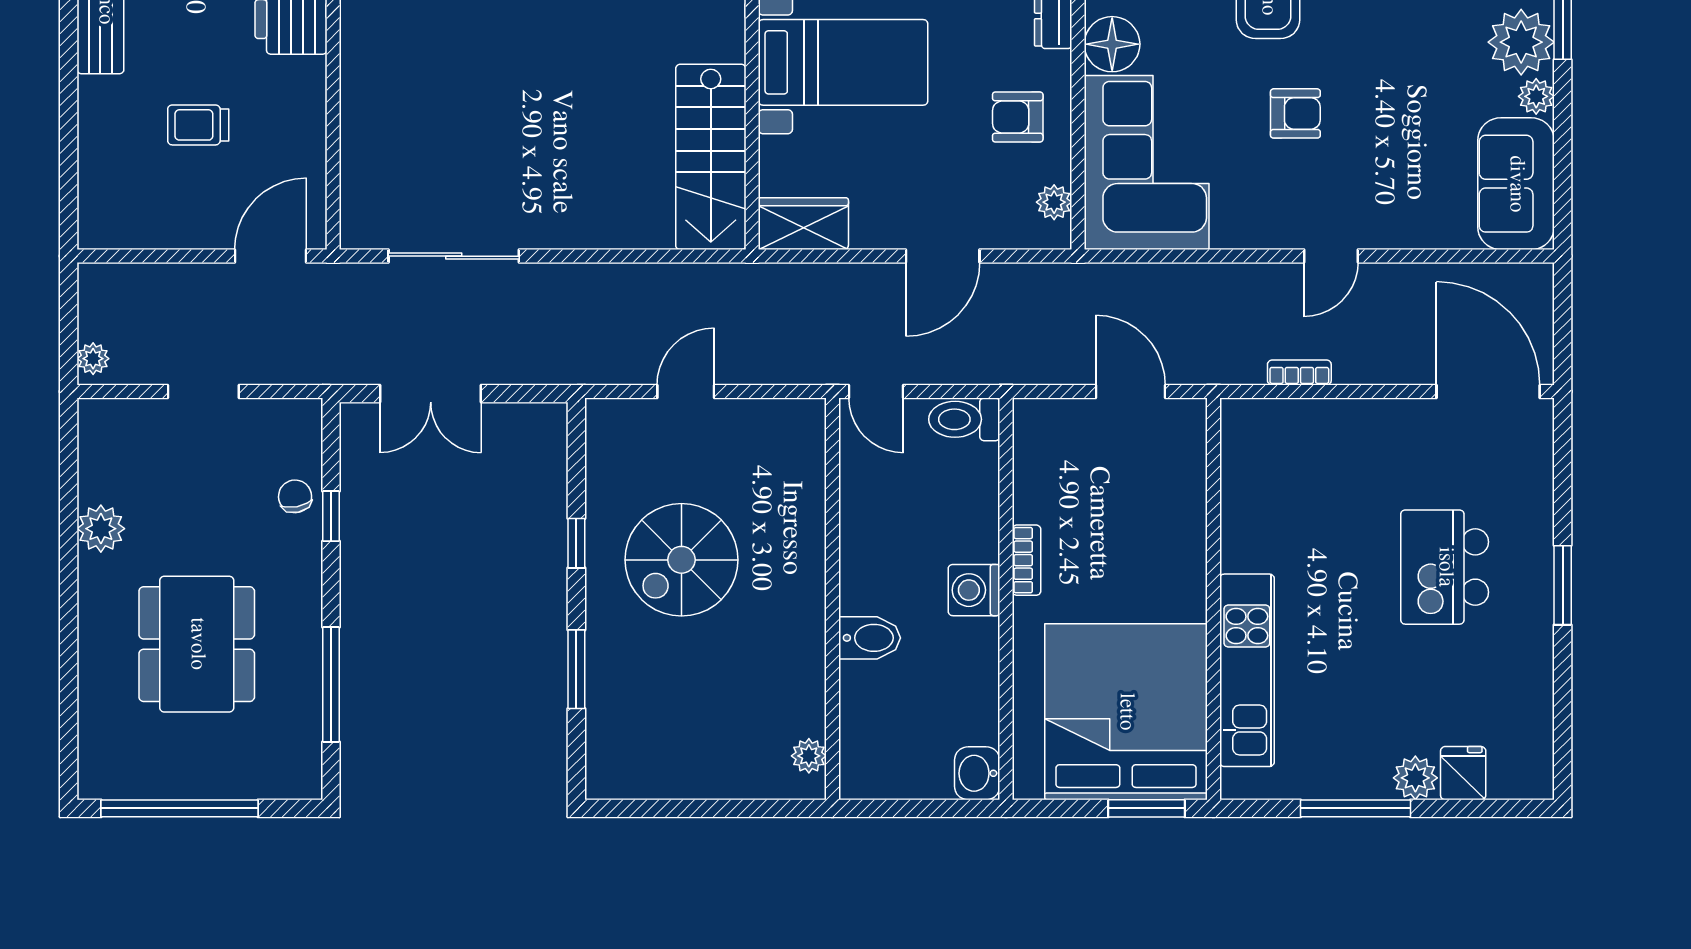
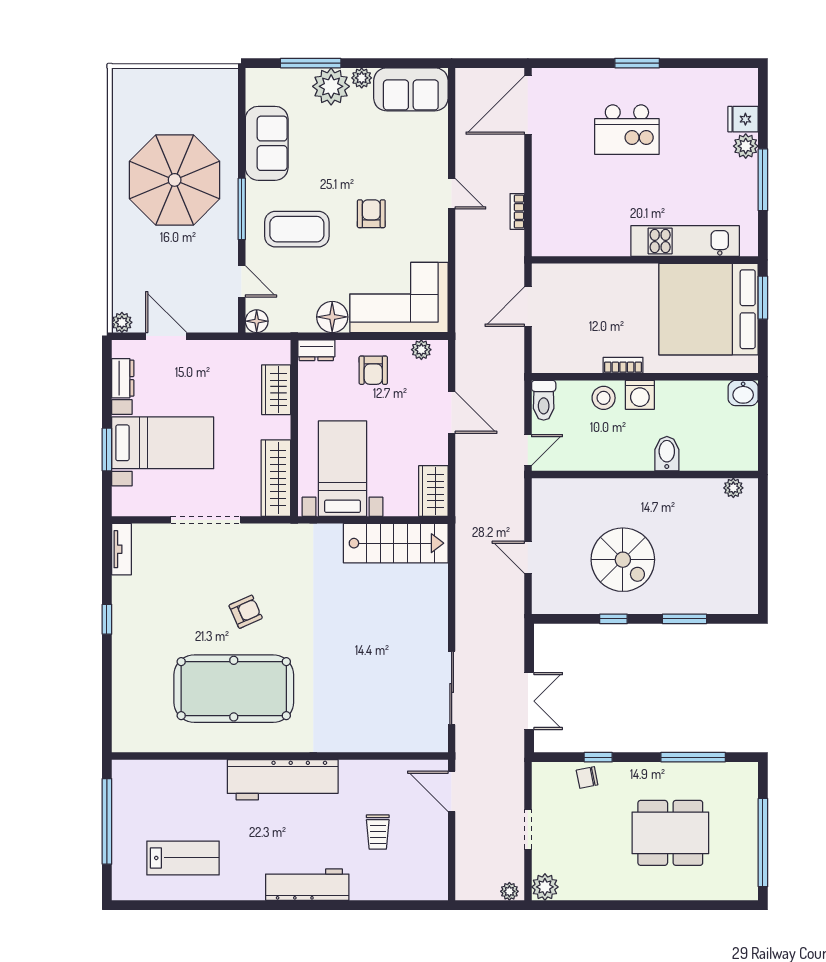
stool: (969, 526) -> (604, 398), added
plant: (101, 529) -> (545, 887), moved

